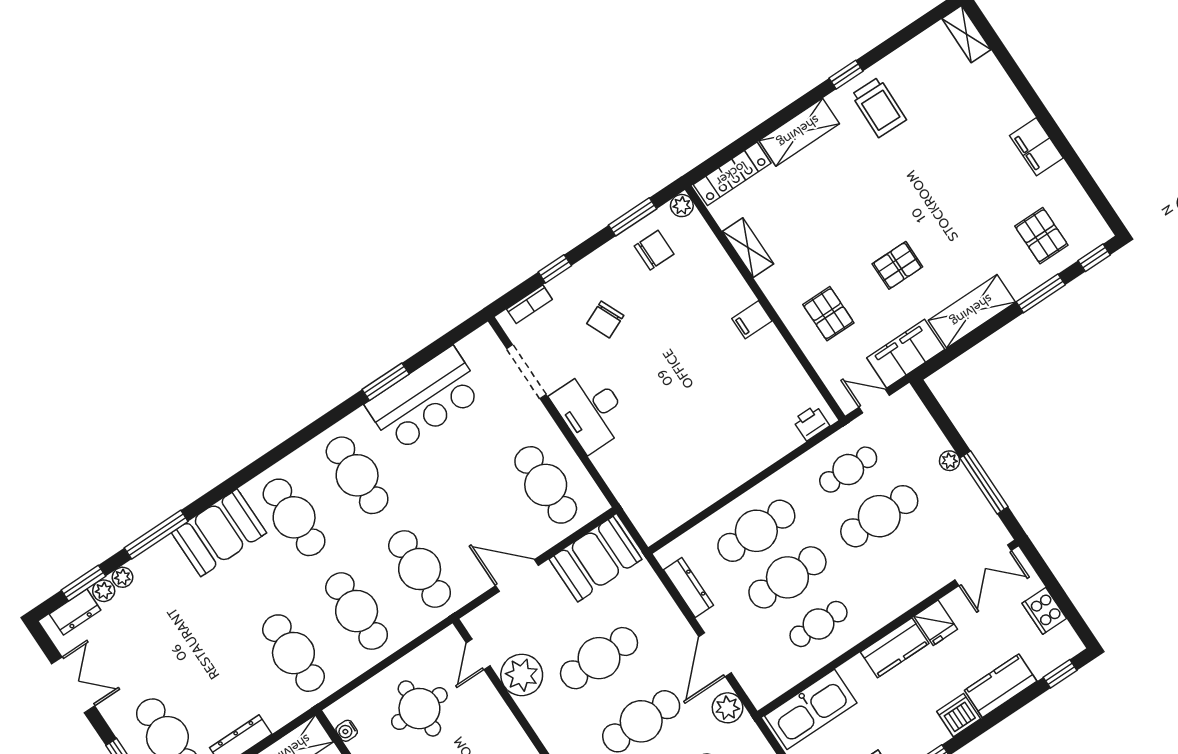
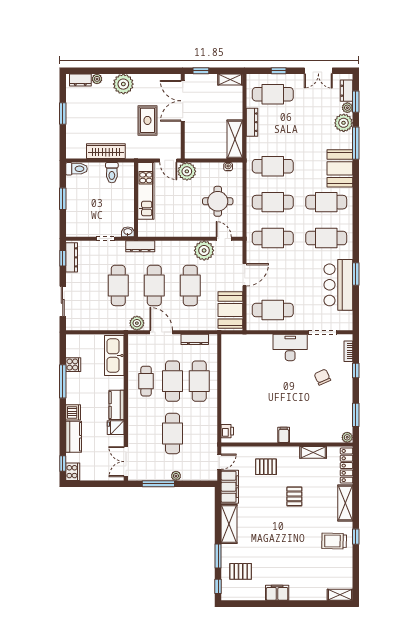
chair: (654, 250) -> (337, 415), removed
pallet: (897, 265) -> (294, 496), moved
cafe table: (848, 470) -> (199, 433), removed
plant: (123, 577) -> (344, 123), width x1.88, depth x1.88
cooker: (1044, 611) -> (73, 472), moved, turned 90

